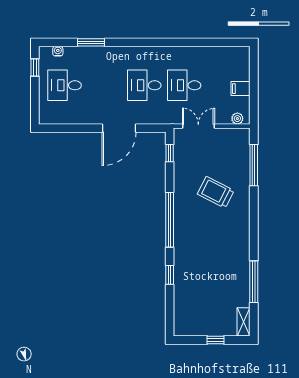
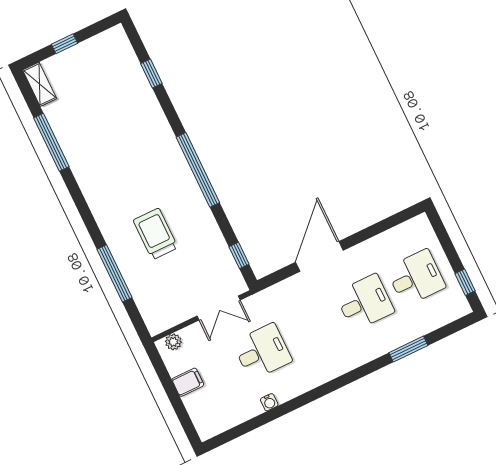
water cooler: (58, 51) -> (269, 402), moved
desk: (144, 85) -> (365, 302), moved
window: (254, 165) -> (114, 273), moved
trolley: (216, 192) -> (156, 234), turned -117
window: (170, 275) -> (151, 73), moved

